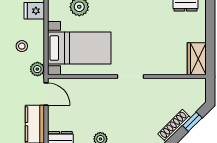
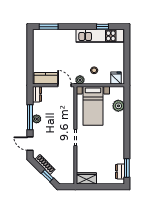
door: (46, 94) -> (65, 85), swing flipped

